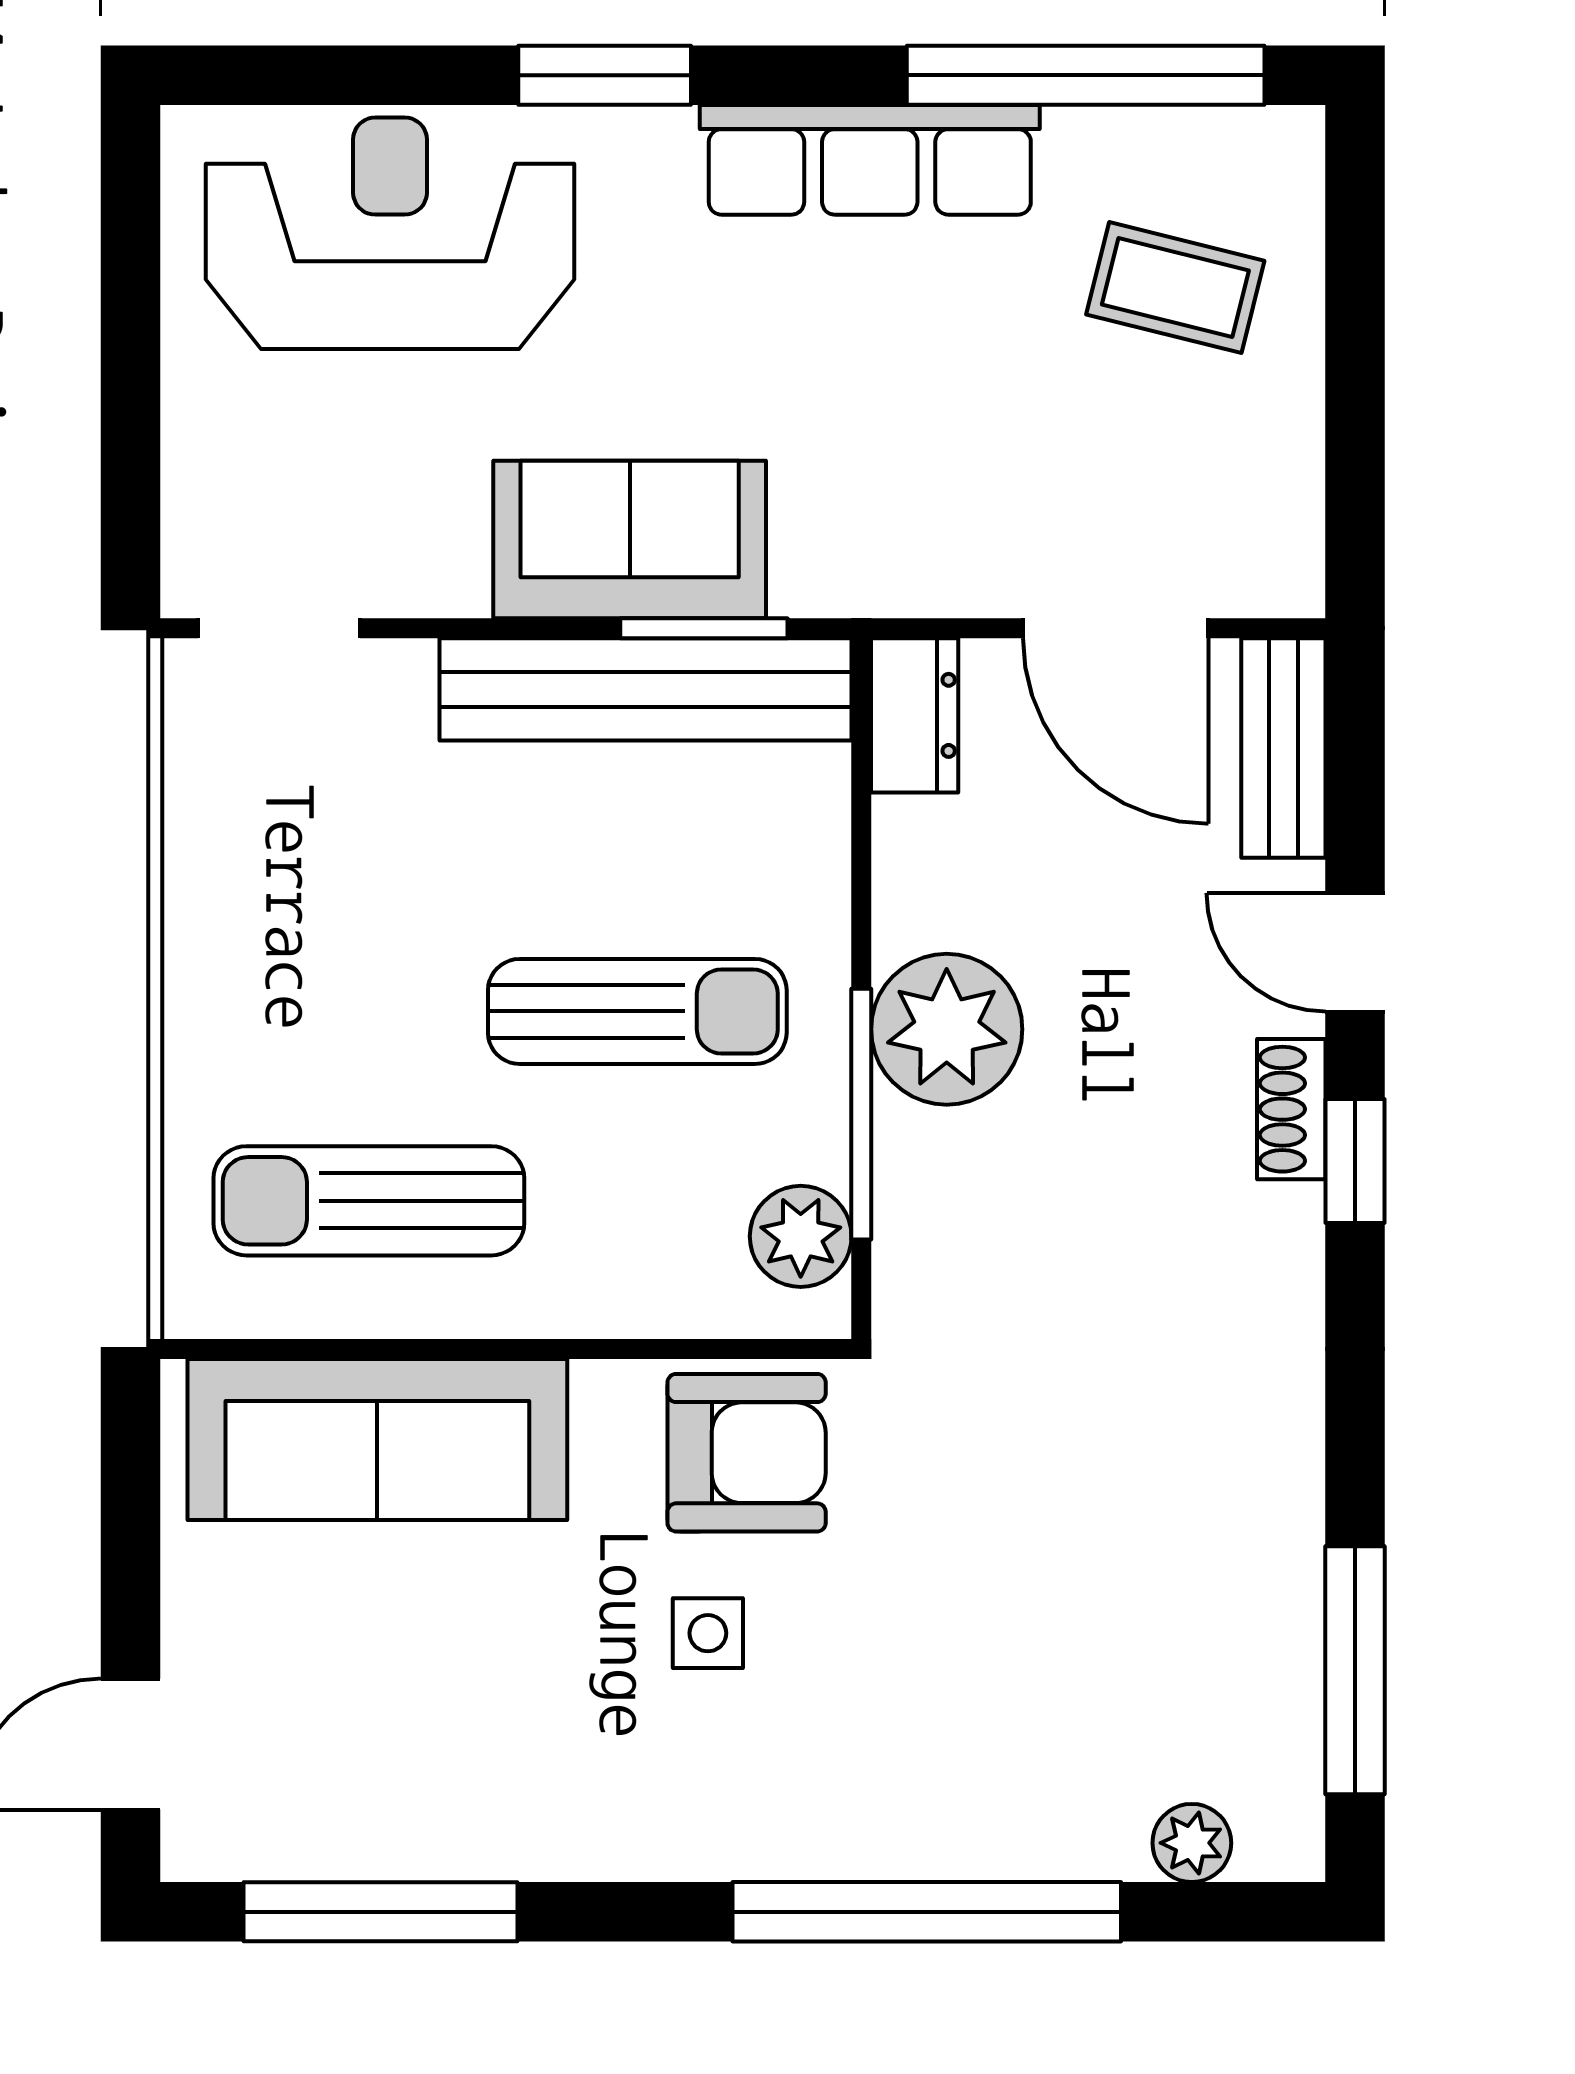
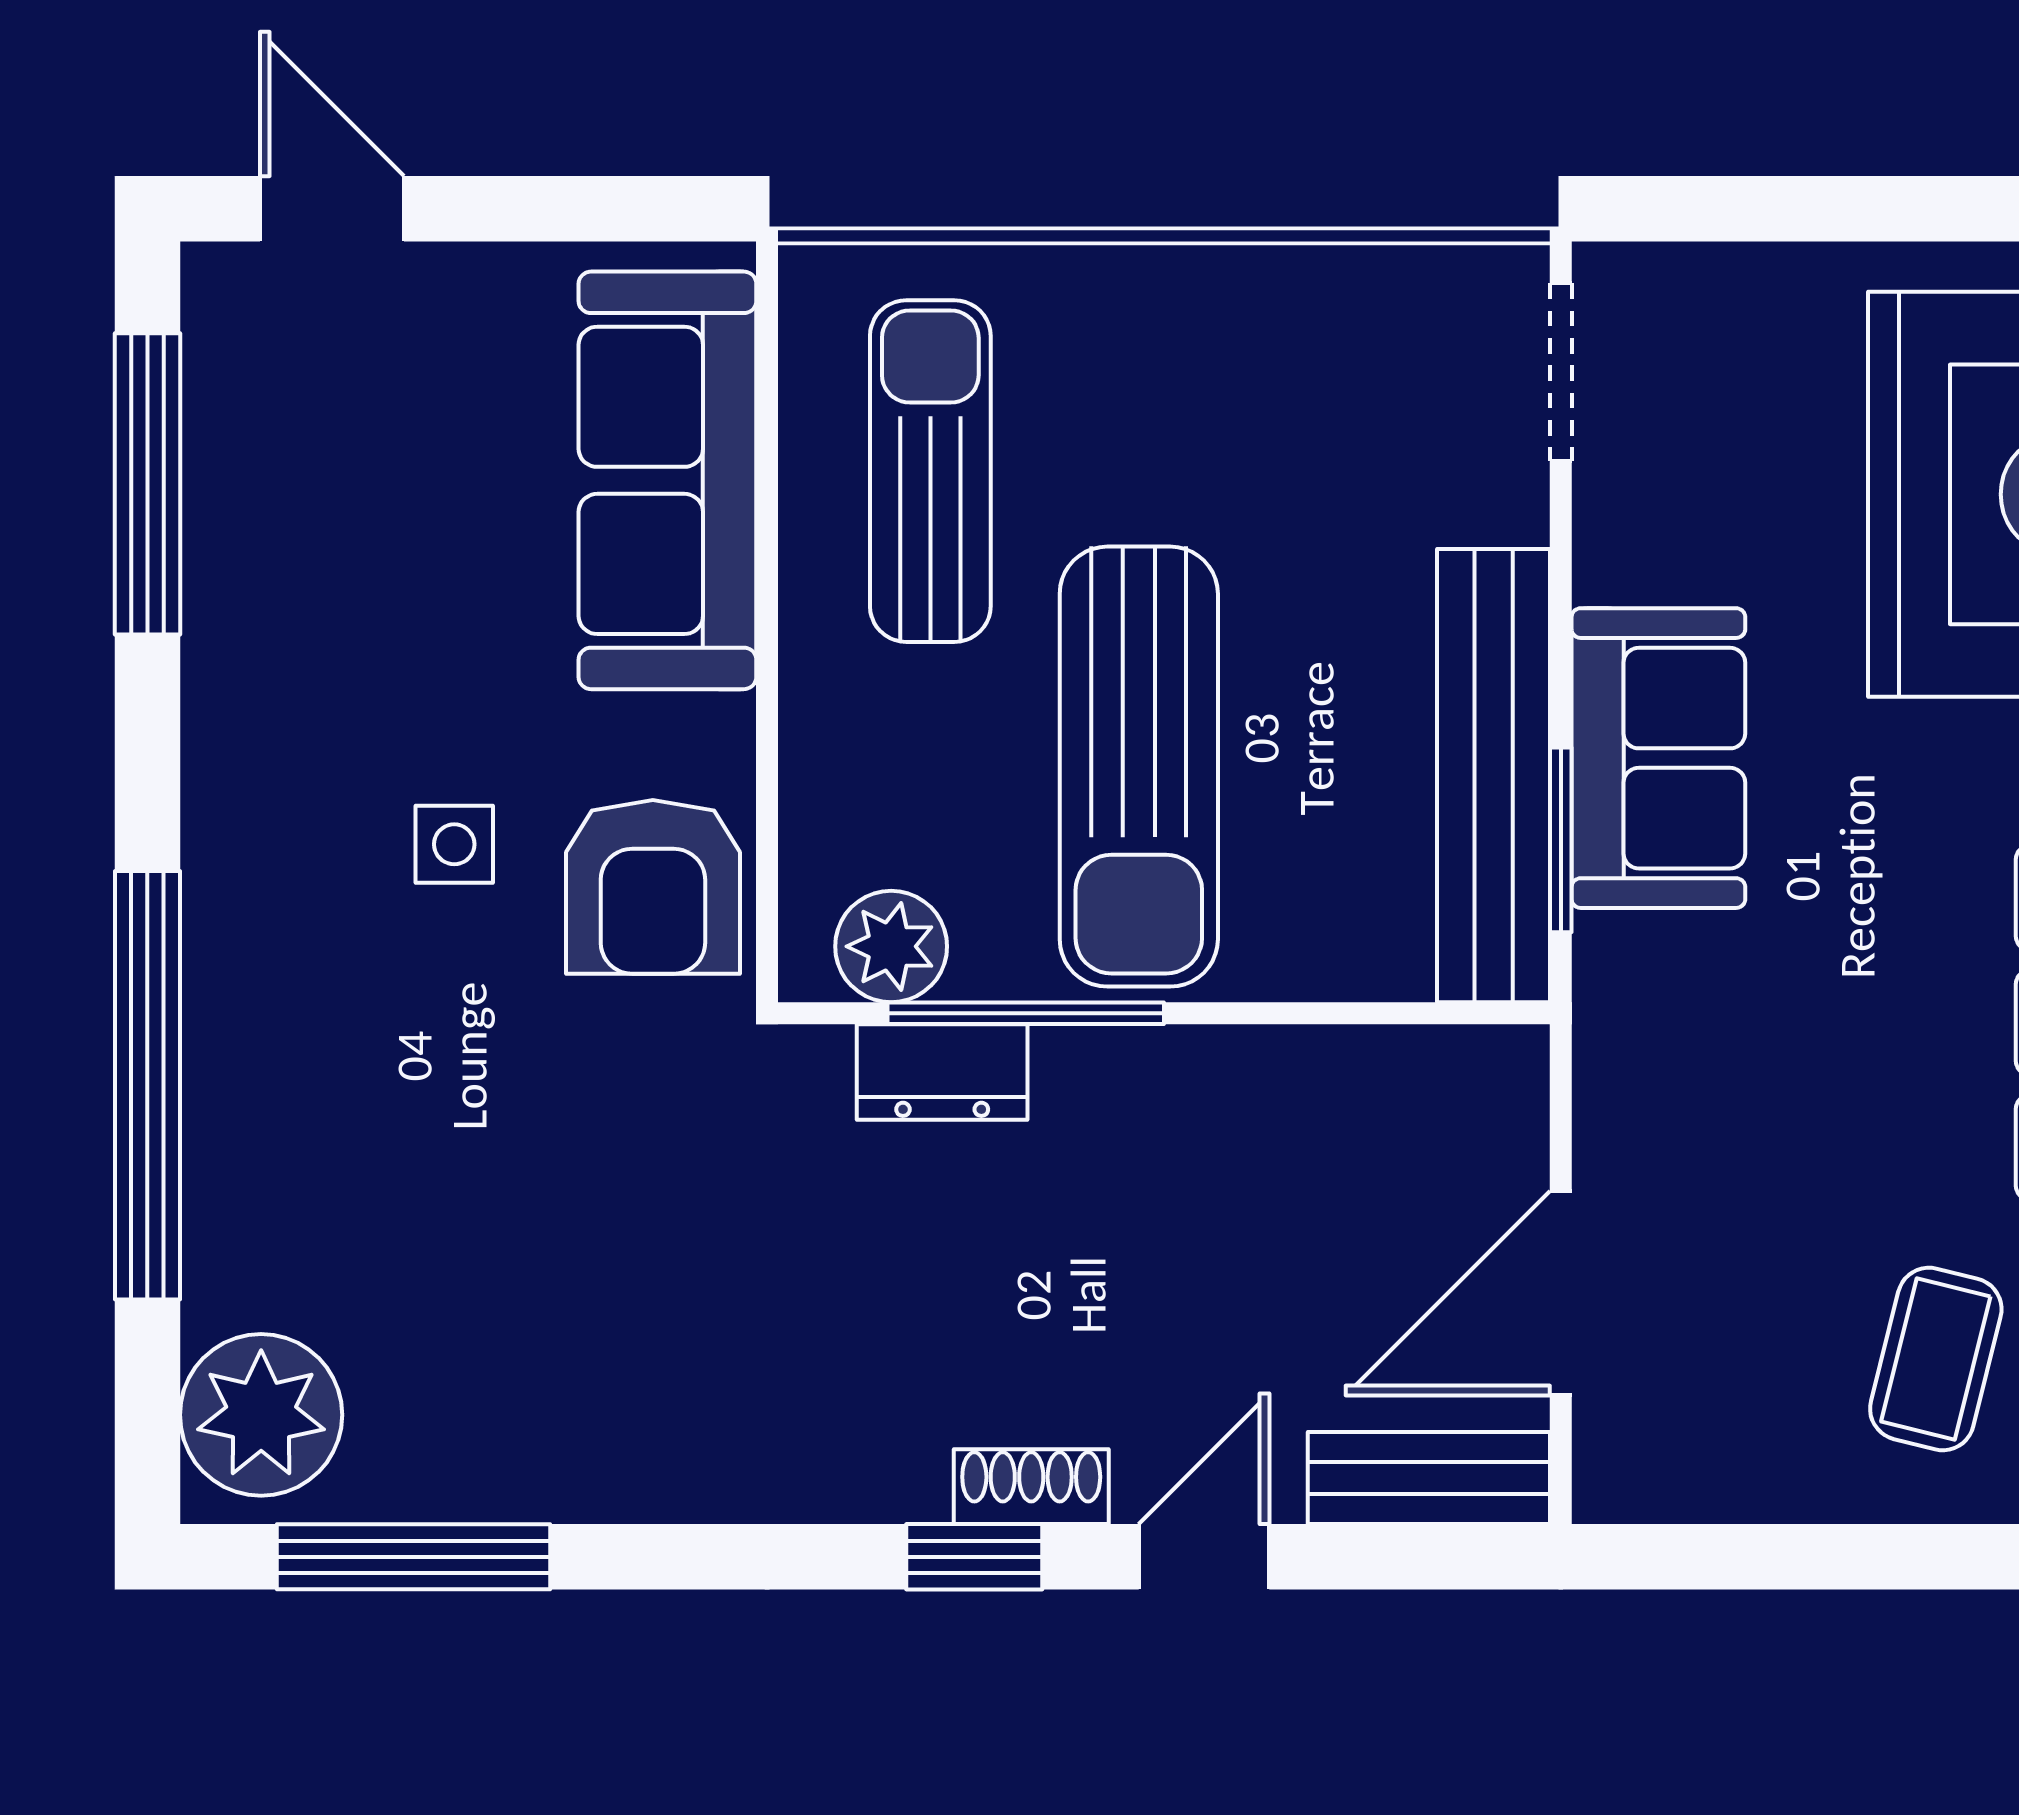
dresser: (915, 715) -> (942, 1072), moved
sun lounger: (637, 1011) -> (1139, 767), width x1.36, depth x1.34
plant: (947, 1029) -> (1119, 1107), removed
plant: (1192, 1843) -> (261, 1415), width x1.87, depth x1.87

